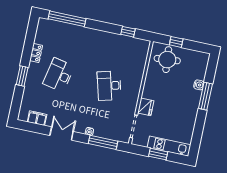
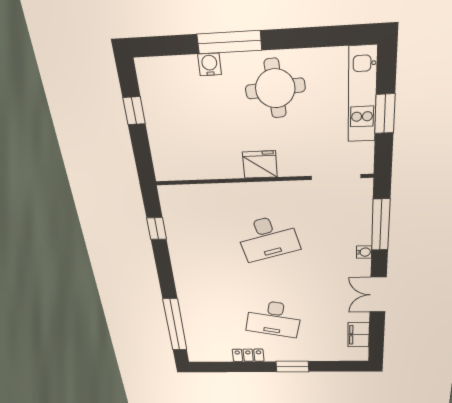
window: (176, 42) -> (134, 111), moved
round table: (167, 60) -> (275, 88), moved
fridge: (146, 107) -> (260, 165), moved

